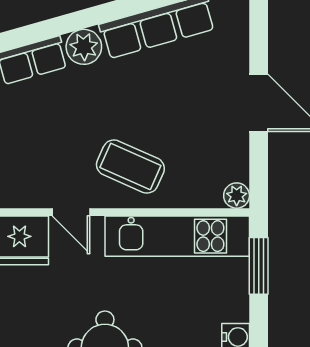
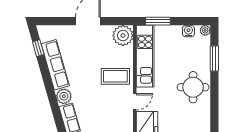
coffee table: (130, 167) -> (115, 76), turned 66
plant: (237, 196) -> (123, 36), width x1.88, depth x1.88

